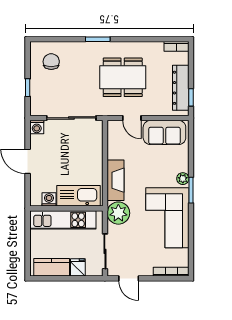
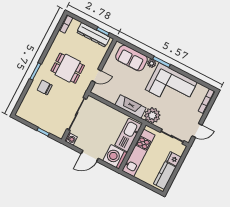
chair: (51, 62) -> (45, 88), moved
dining table: (123, 77) -> (68, 68), width x0.73
sofa: (164, 132) -> (132, 58), moved, turned 90
washing machine: (49, 199) -> (115, 157), width x1.89, depth x1.89

